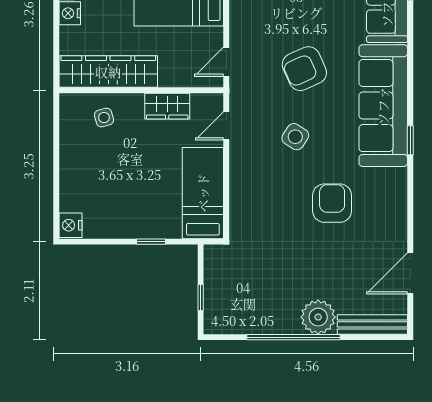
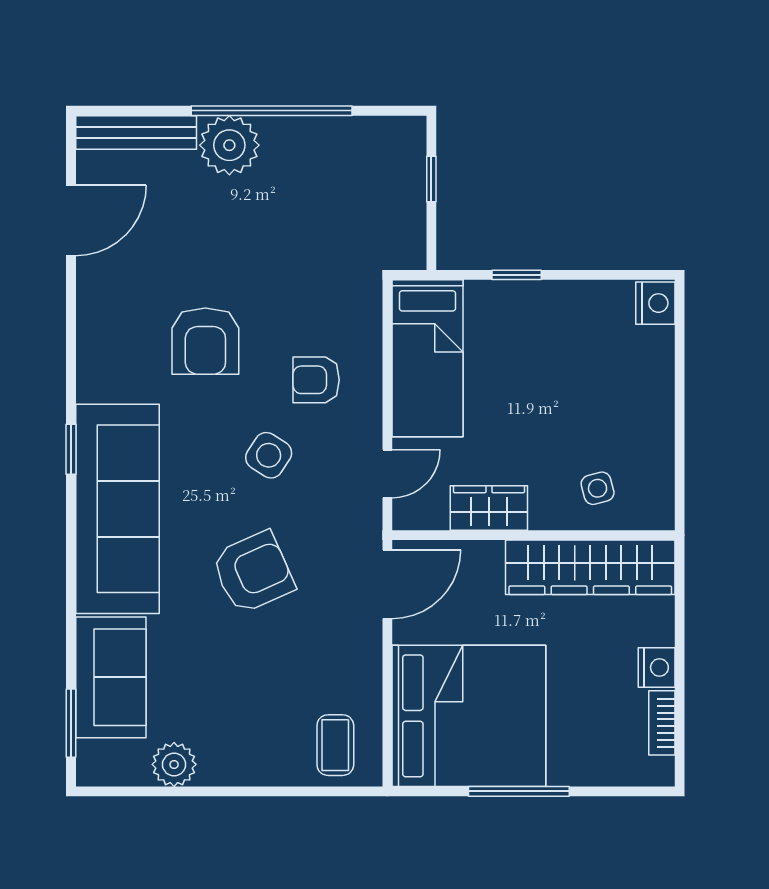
door: (226, 62) -> (387, 584), width x1.37
armchair: (268, 181) -> (316, 380), added

